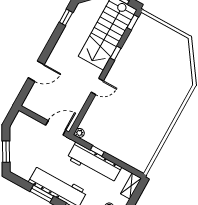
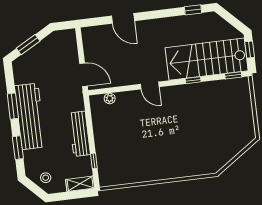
plant: (79, 133) -> (110, 98), moved
window: (97, 151) -> (94, 161), moved
workbench: (94, 163) -> (80, 134), width x0.73, depth x0.76

